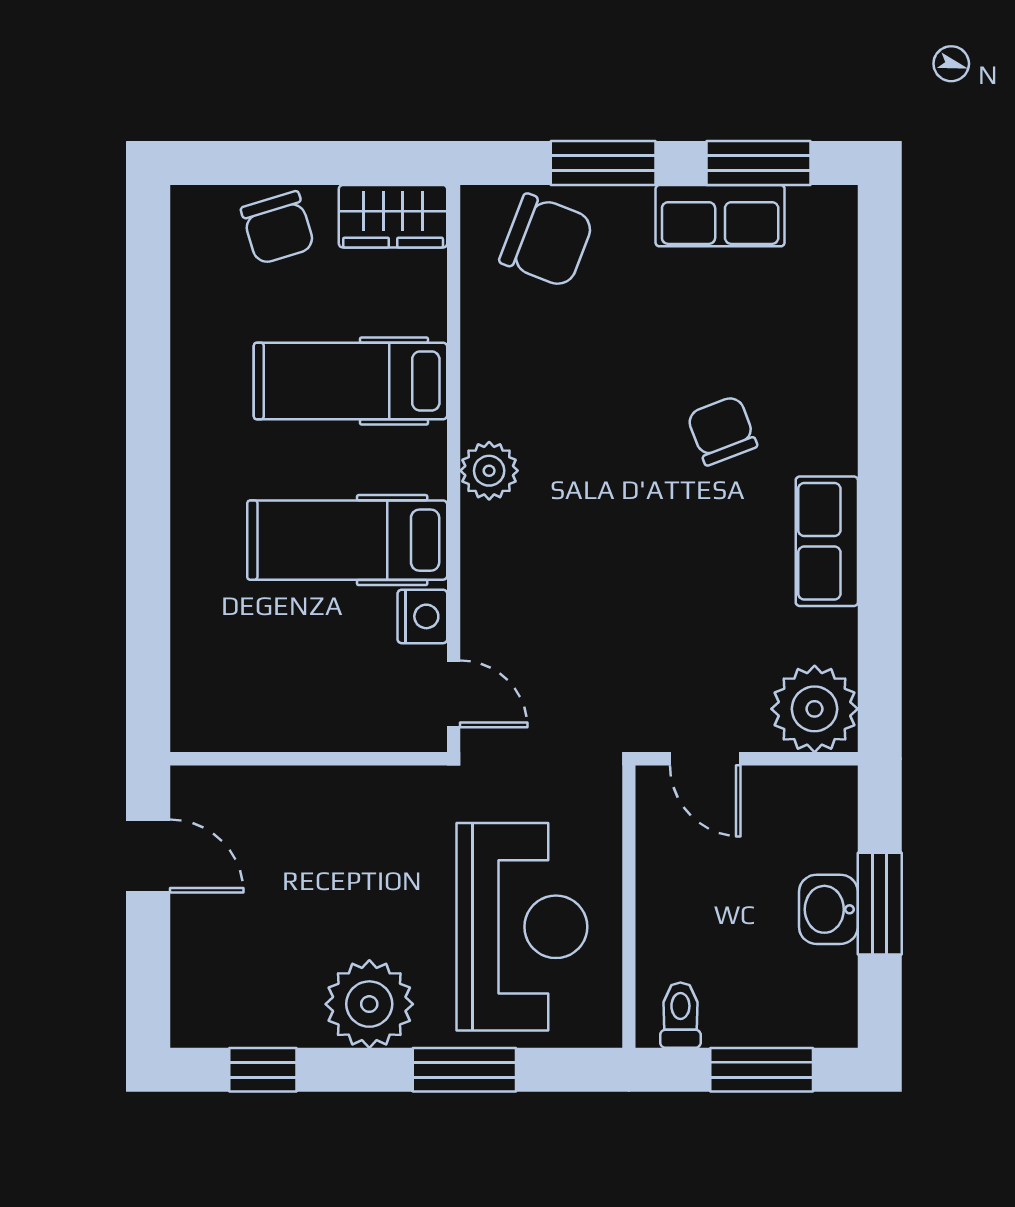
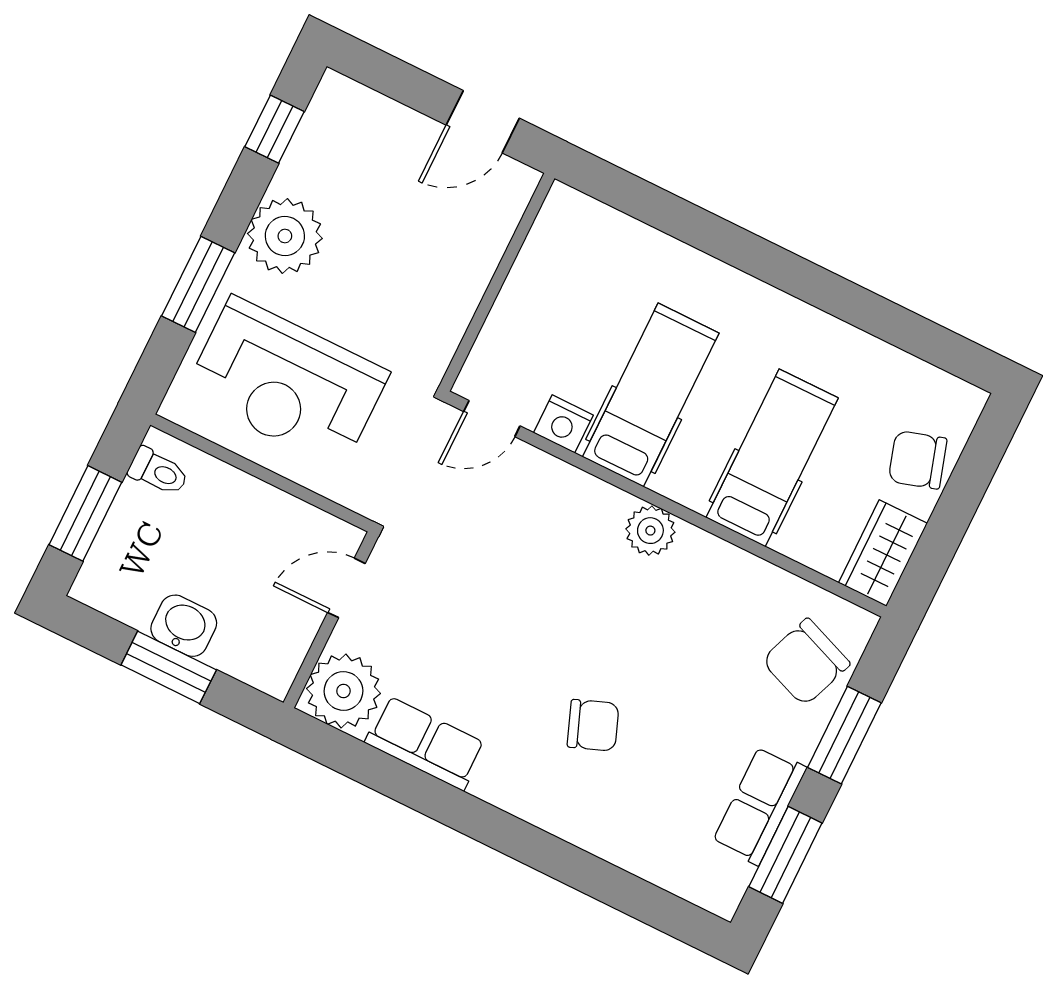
row of seats: (827, 541) -> (425, 743), moved

